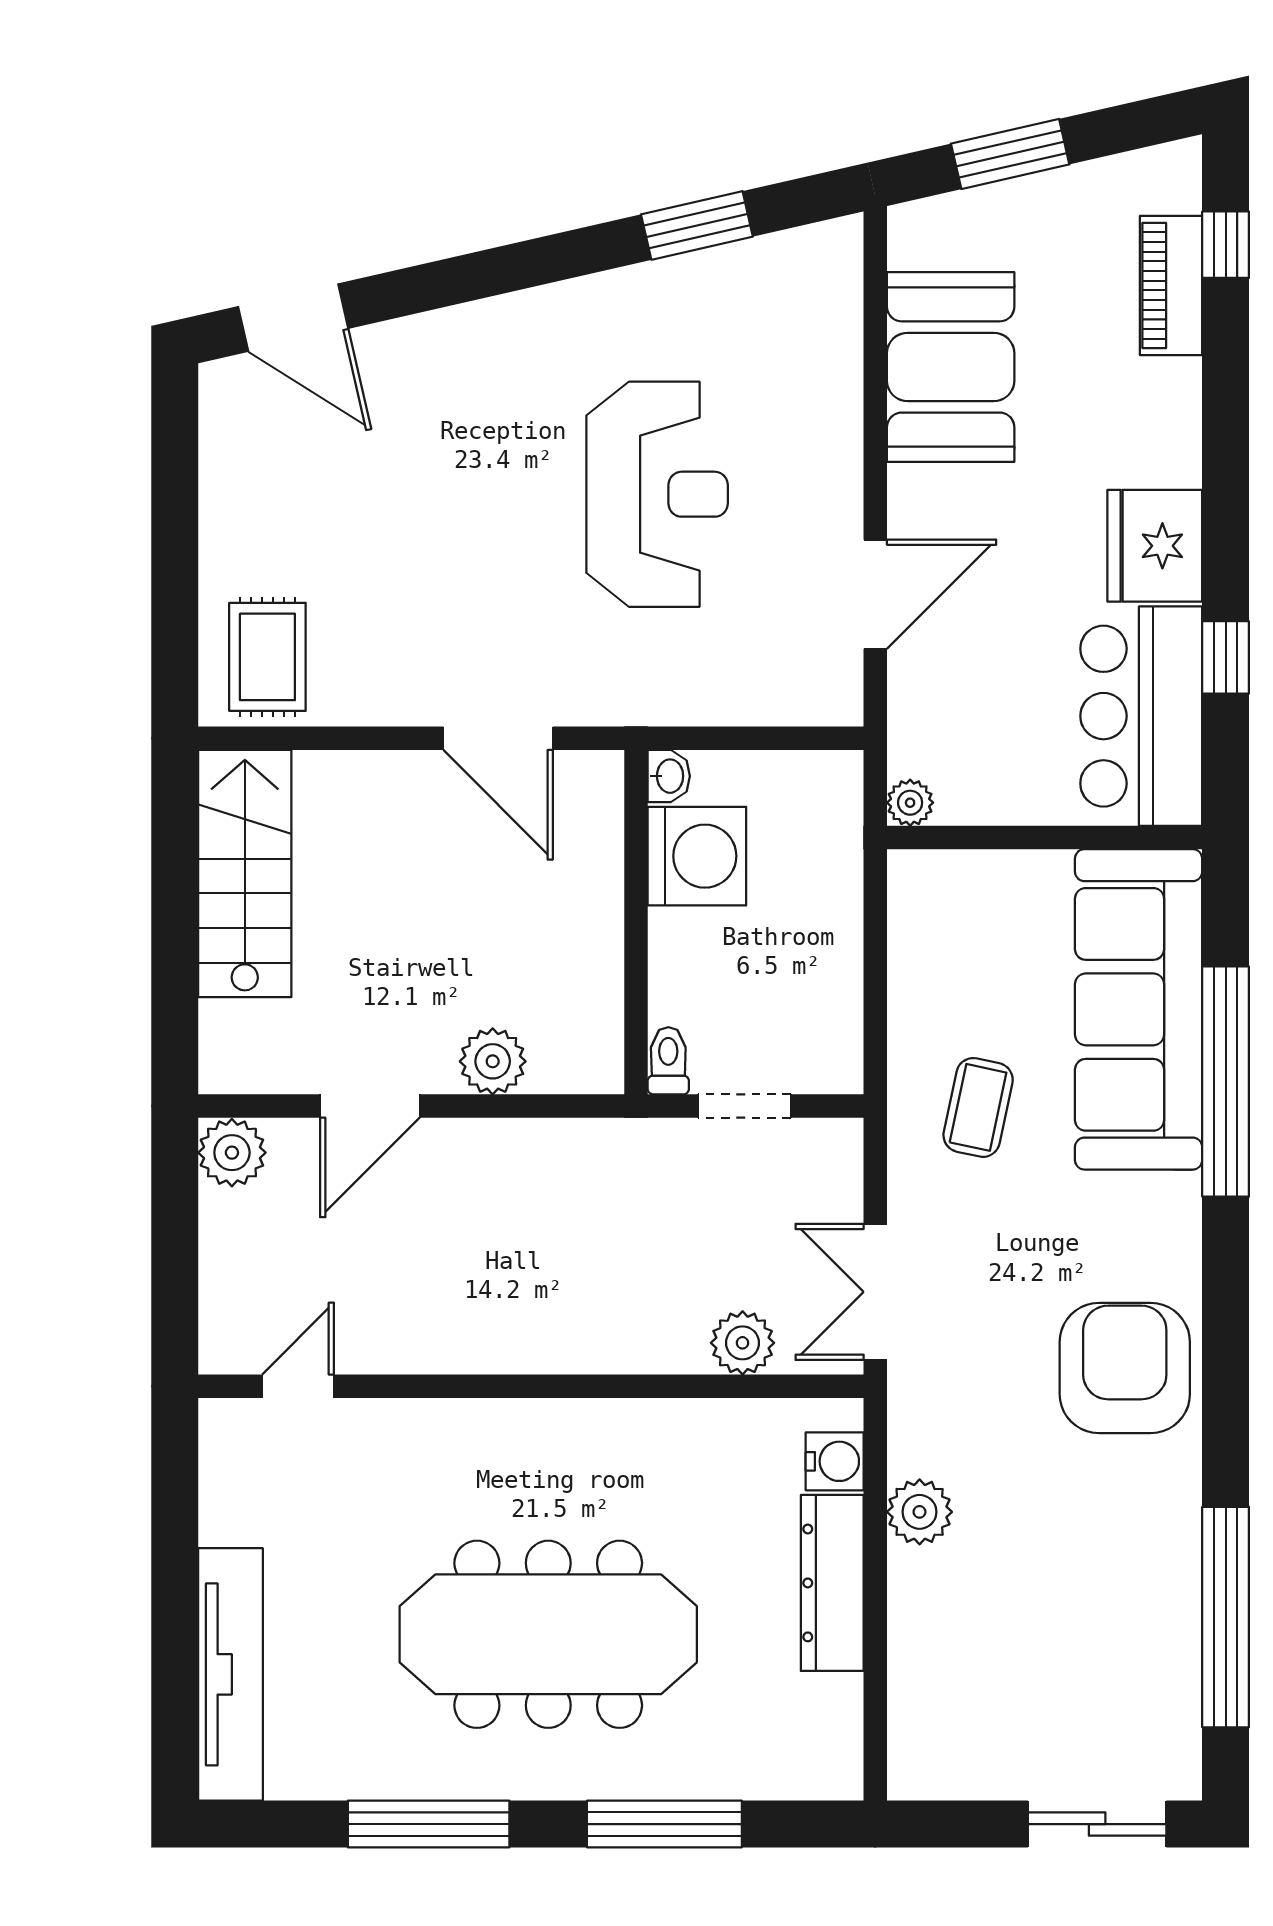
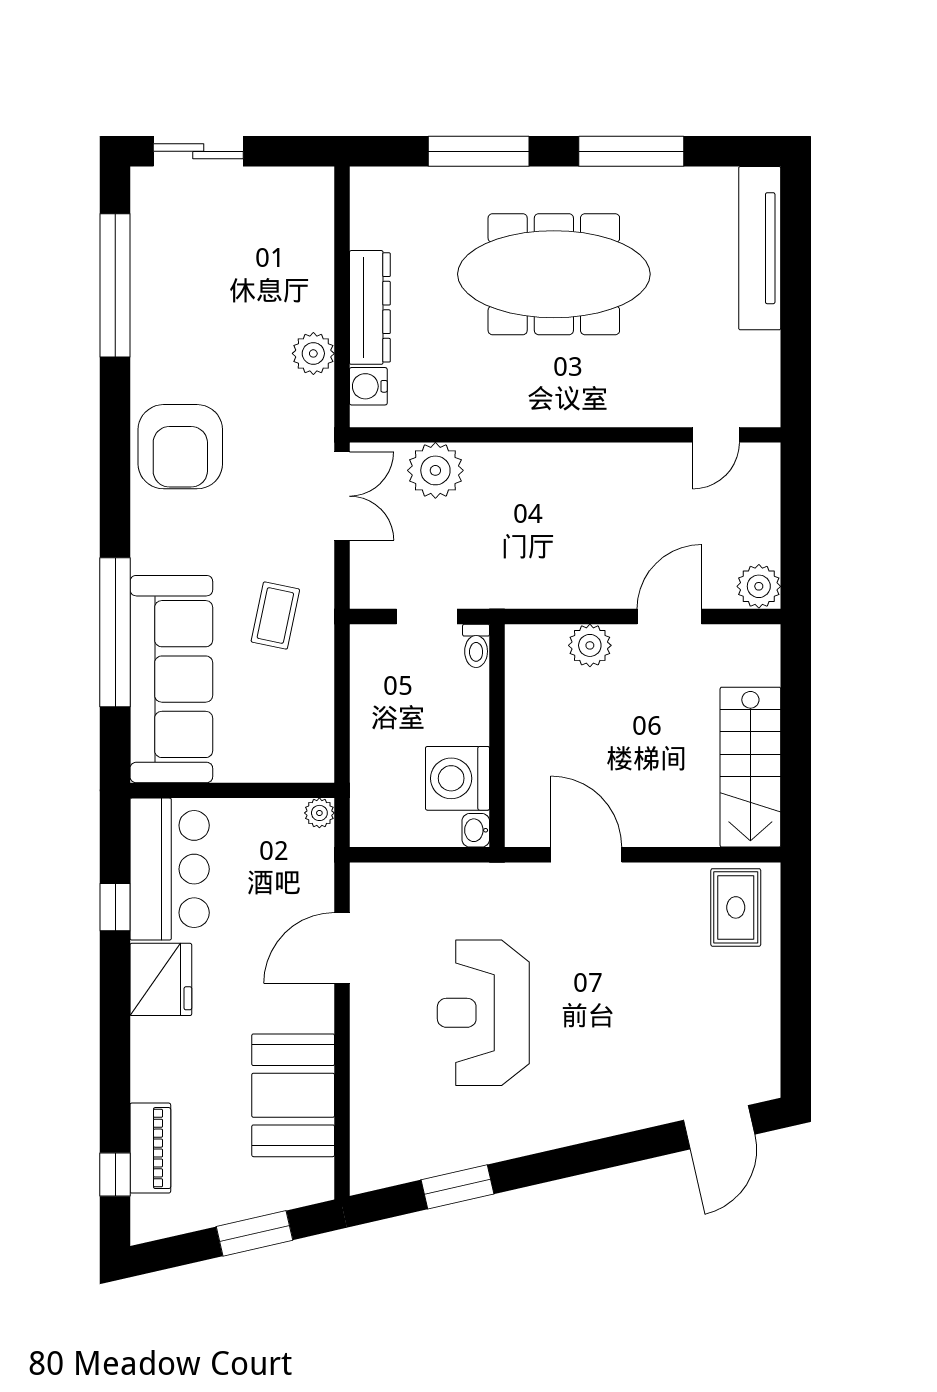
door: (293, 318) -> (719, 1127), swing flipped
plant: (743, 1343) -> (435, 470), width x1.36, depth x1.36

